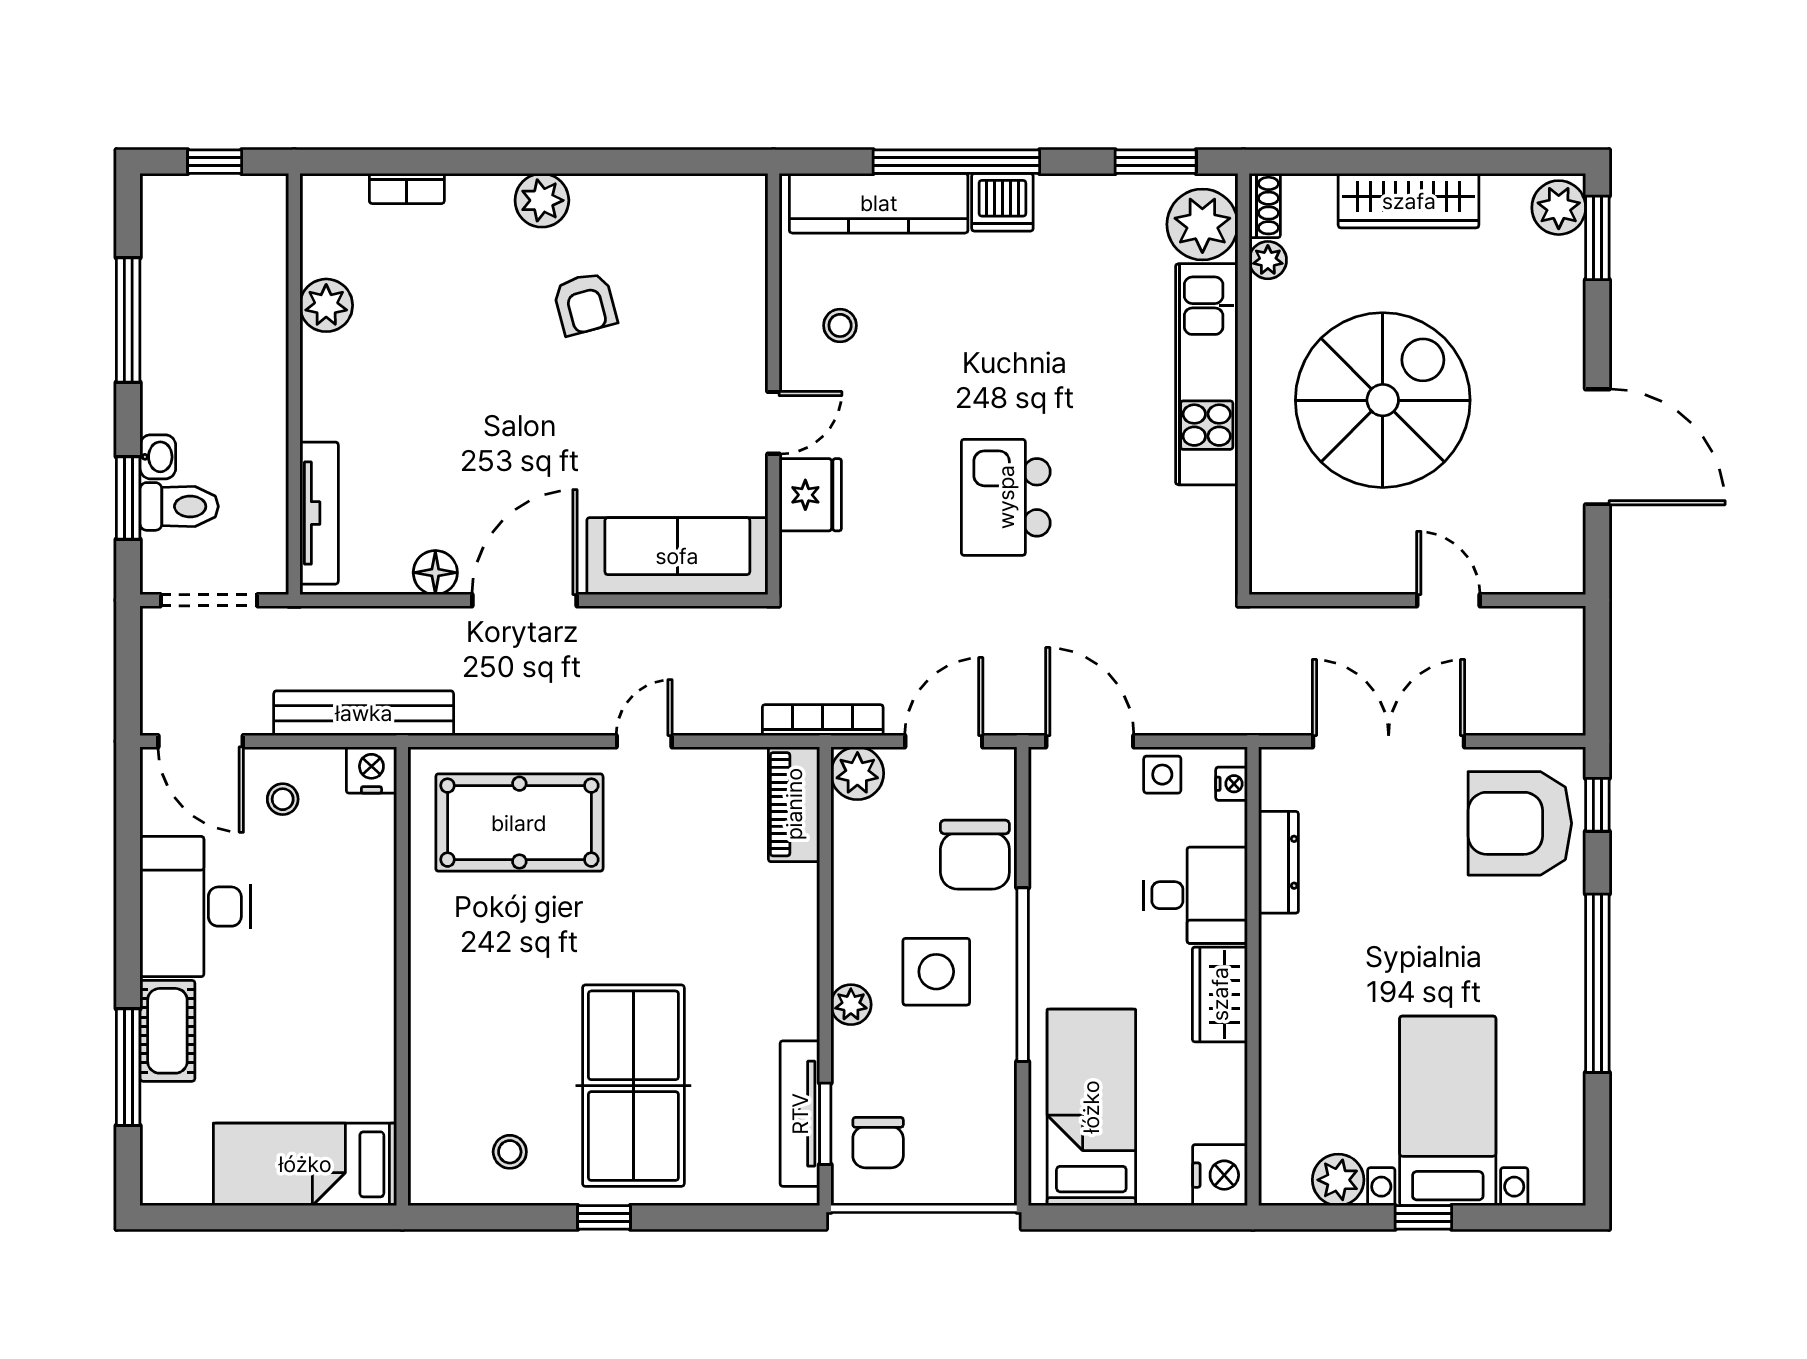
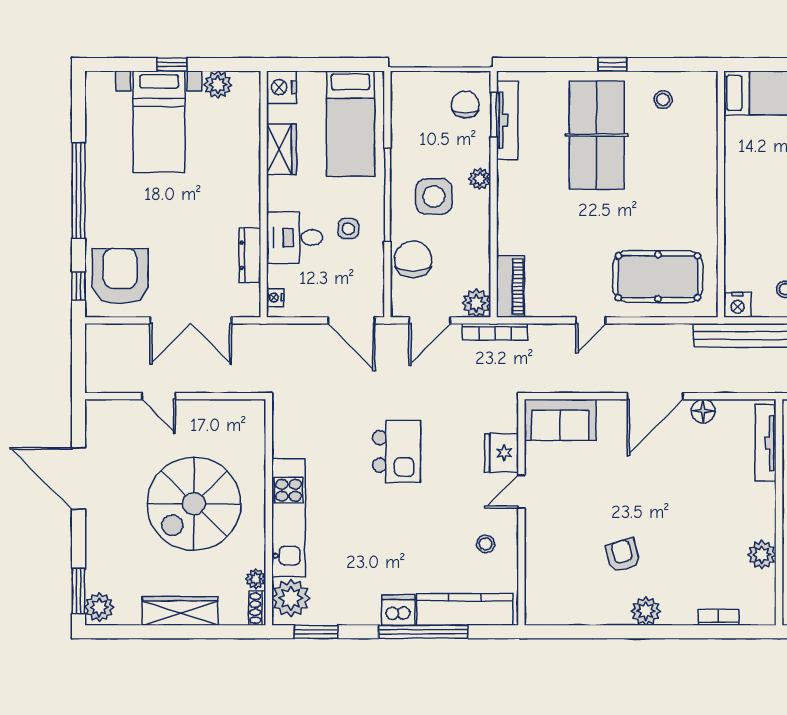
sofa: (677, 556) -> (560, 420), width x0.73
side table: (1162, 775) -> (348, 229), moved
armchair: (1520, 823) -> (120, 276), turned -90
wardrobe: (1220, 994) -> (281, 149), moved

